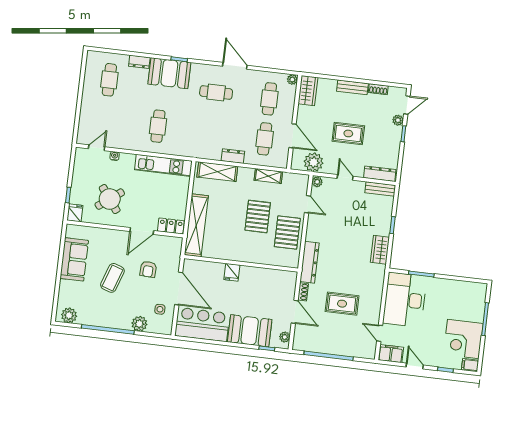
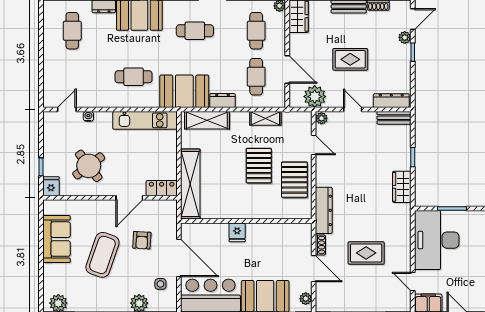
cafe table: (158, 126) -> (134, 77), turned 90
booth: (201, 144) -> (184, 91), added
coffee table: (112, 278) -> (102, 255), width x1.36, depth x1.32

